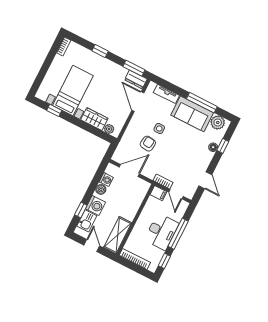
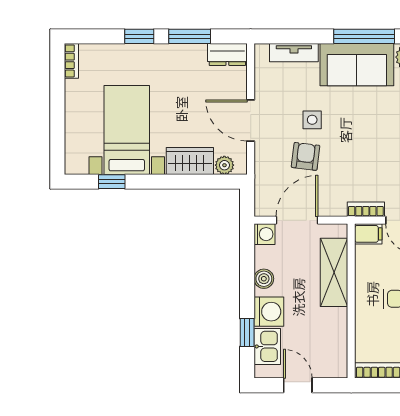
window: (134, 68) -> (190, 36), moved
door: (138, 102) -> (251, 121), moved
washing machine: (106, 180) -> (264, 234), moved
shelving: (118, 235) -> (334, 272), moved

